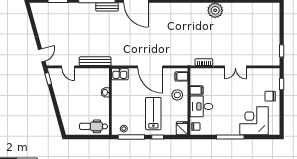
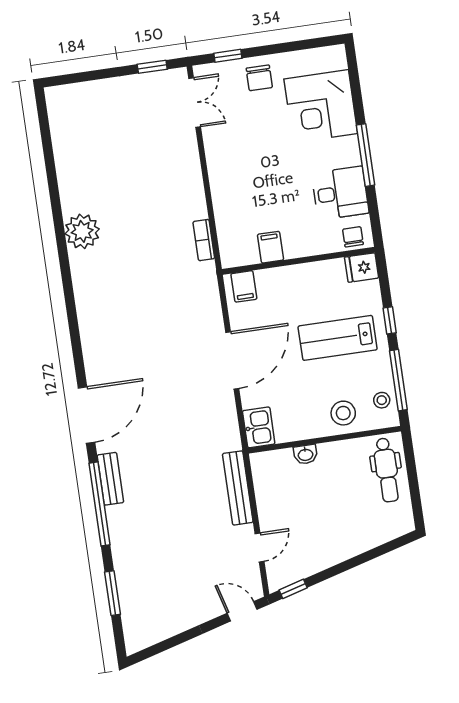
double door: (235, 67) -> (195, 102), moved
stool: (177, 95) -> (343, 413), moved
desk: (201, 106) -> (340, 193), moved, turned -90

